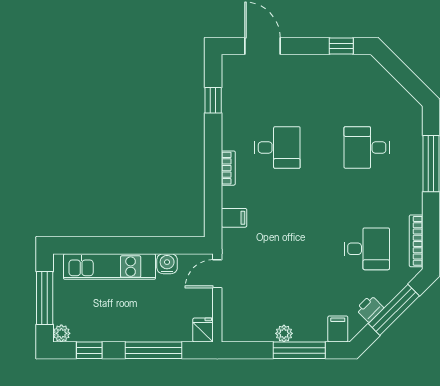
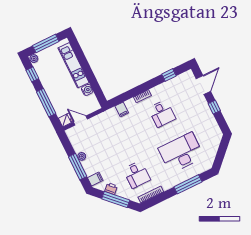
window: (341, 46) -> (214, 107), moved
desk: (367, 147) -> (181, 153), width x1.87, depth x1.30
door: (217, 274) -> (80, 121), moved

